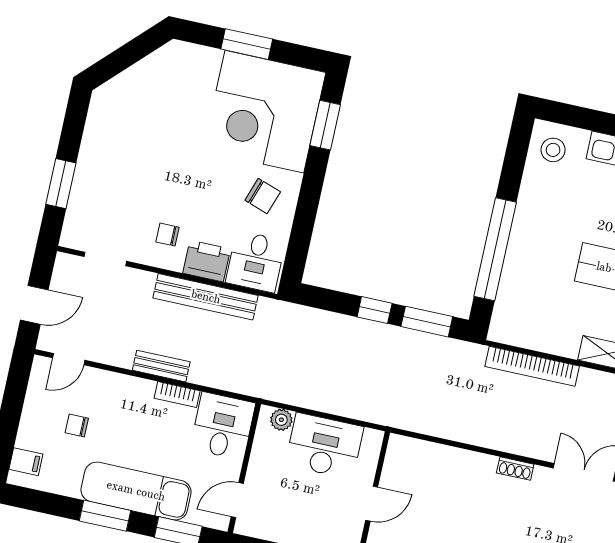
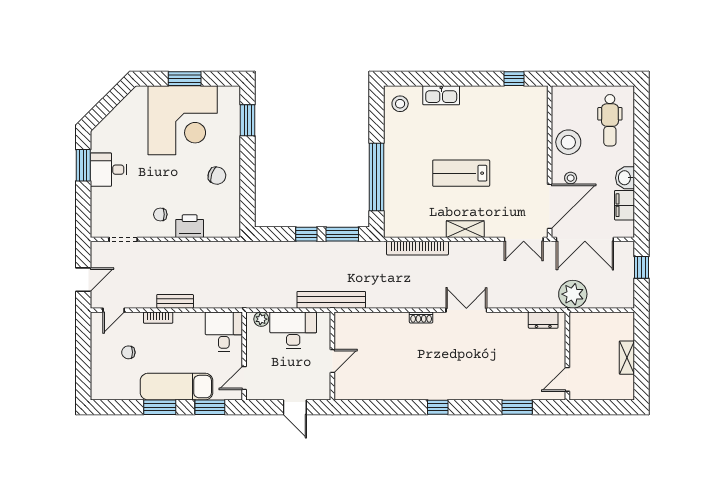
corner desk: (264, 112) -> (183, 120), moved, turned -90
window: (61, 184) -> (83, 165), moved
desk: (256, 262) -> (108, 170), moved, turned 90
bench: (206, 297) -> (331, 300), moved
bookcase: (177, 394) -> (158, 318), moved
filing cabinet: (26, 462) -> (100, 383), removed

